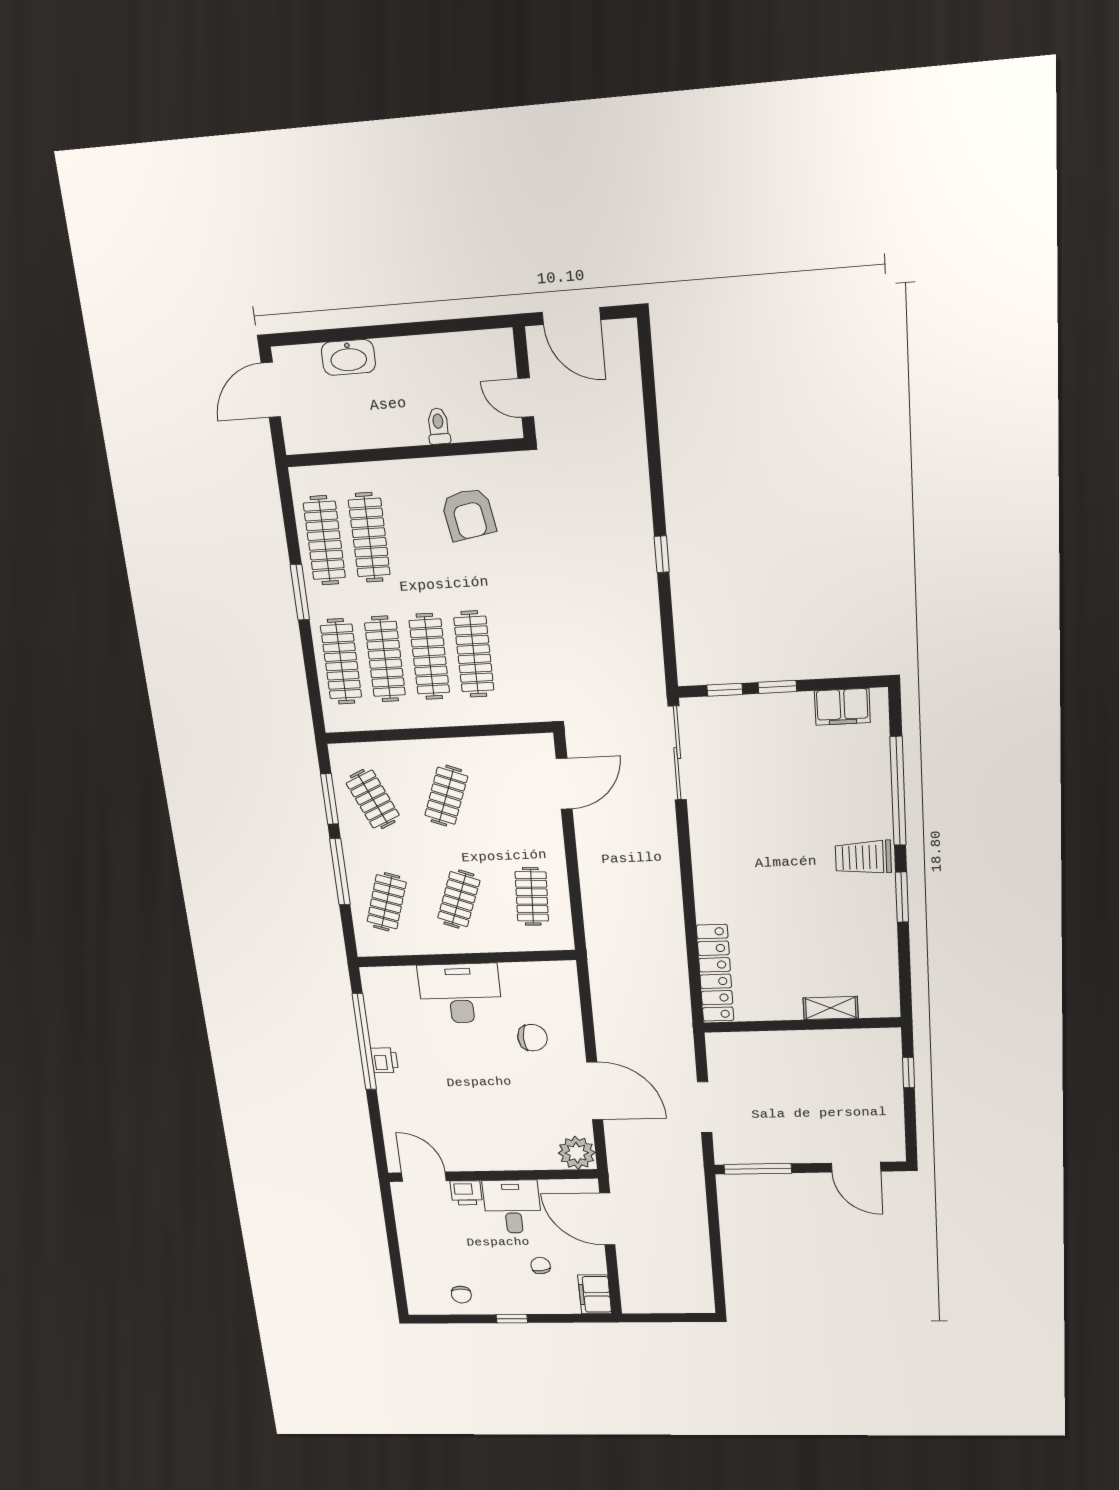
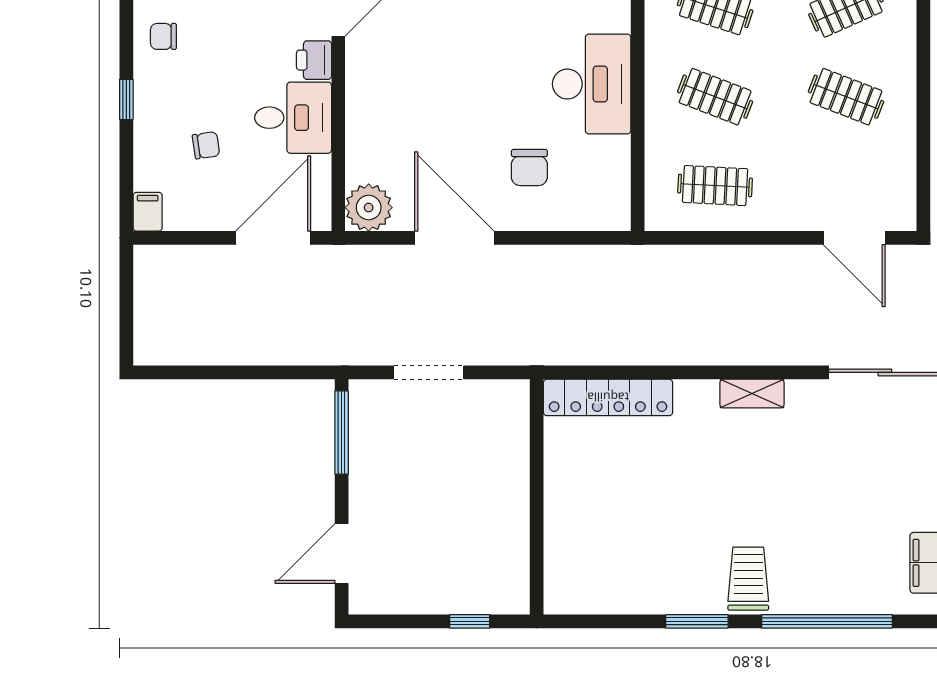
shelving: (831, 1008) -> (752, 394), moved, turned 90
door: (595, 1091) -> (454, 238), swing flipped
filing cabinet: (595, 1294) -> (148, 212), width x0.50

